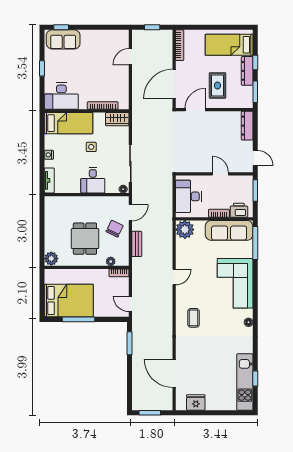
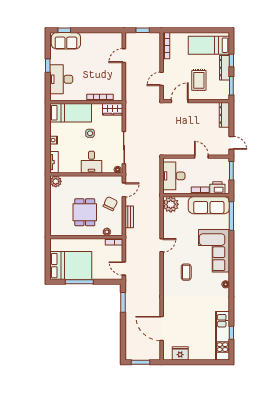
door: (174, 84) -> (162, 79), width x0.53
desk: (61, 96) -> (61, 79), moved, turned 90
plant: (51, 259) -> (56, 181), moved
coffee table: (193, 318) -> (186, 272), moved

